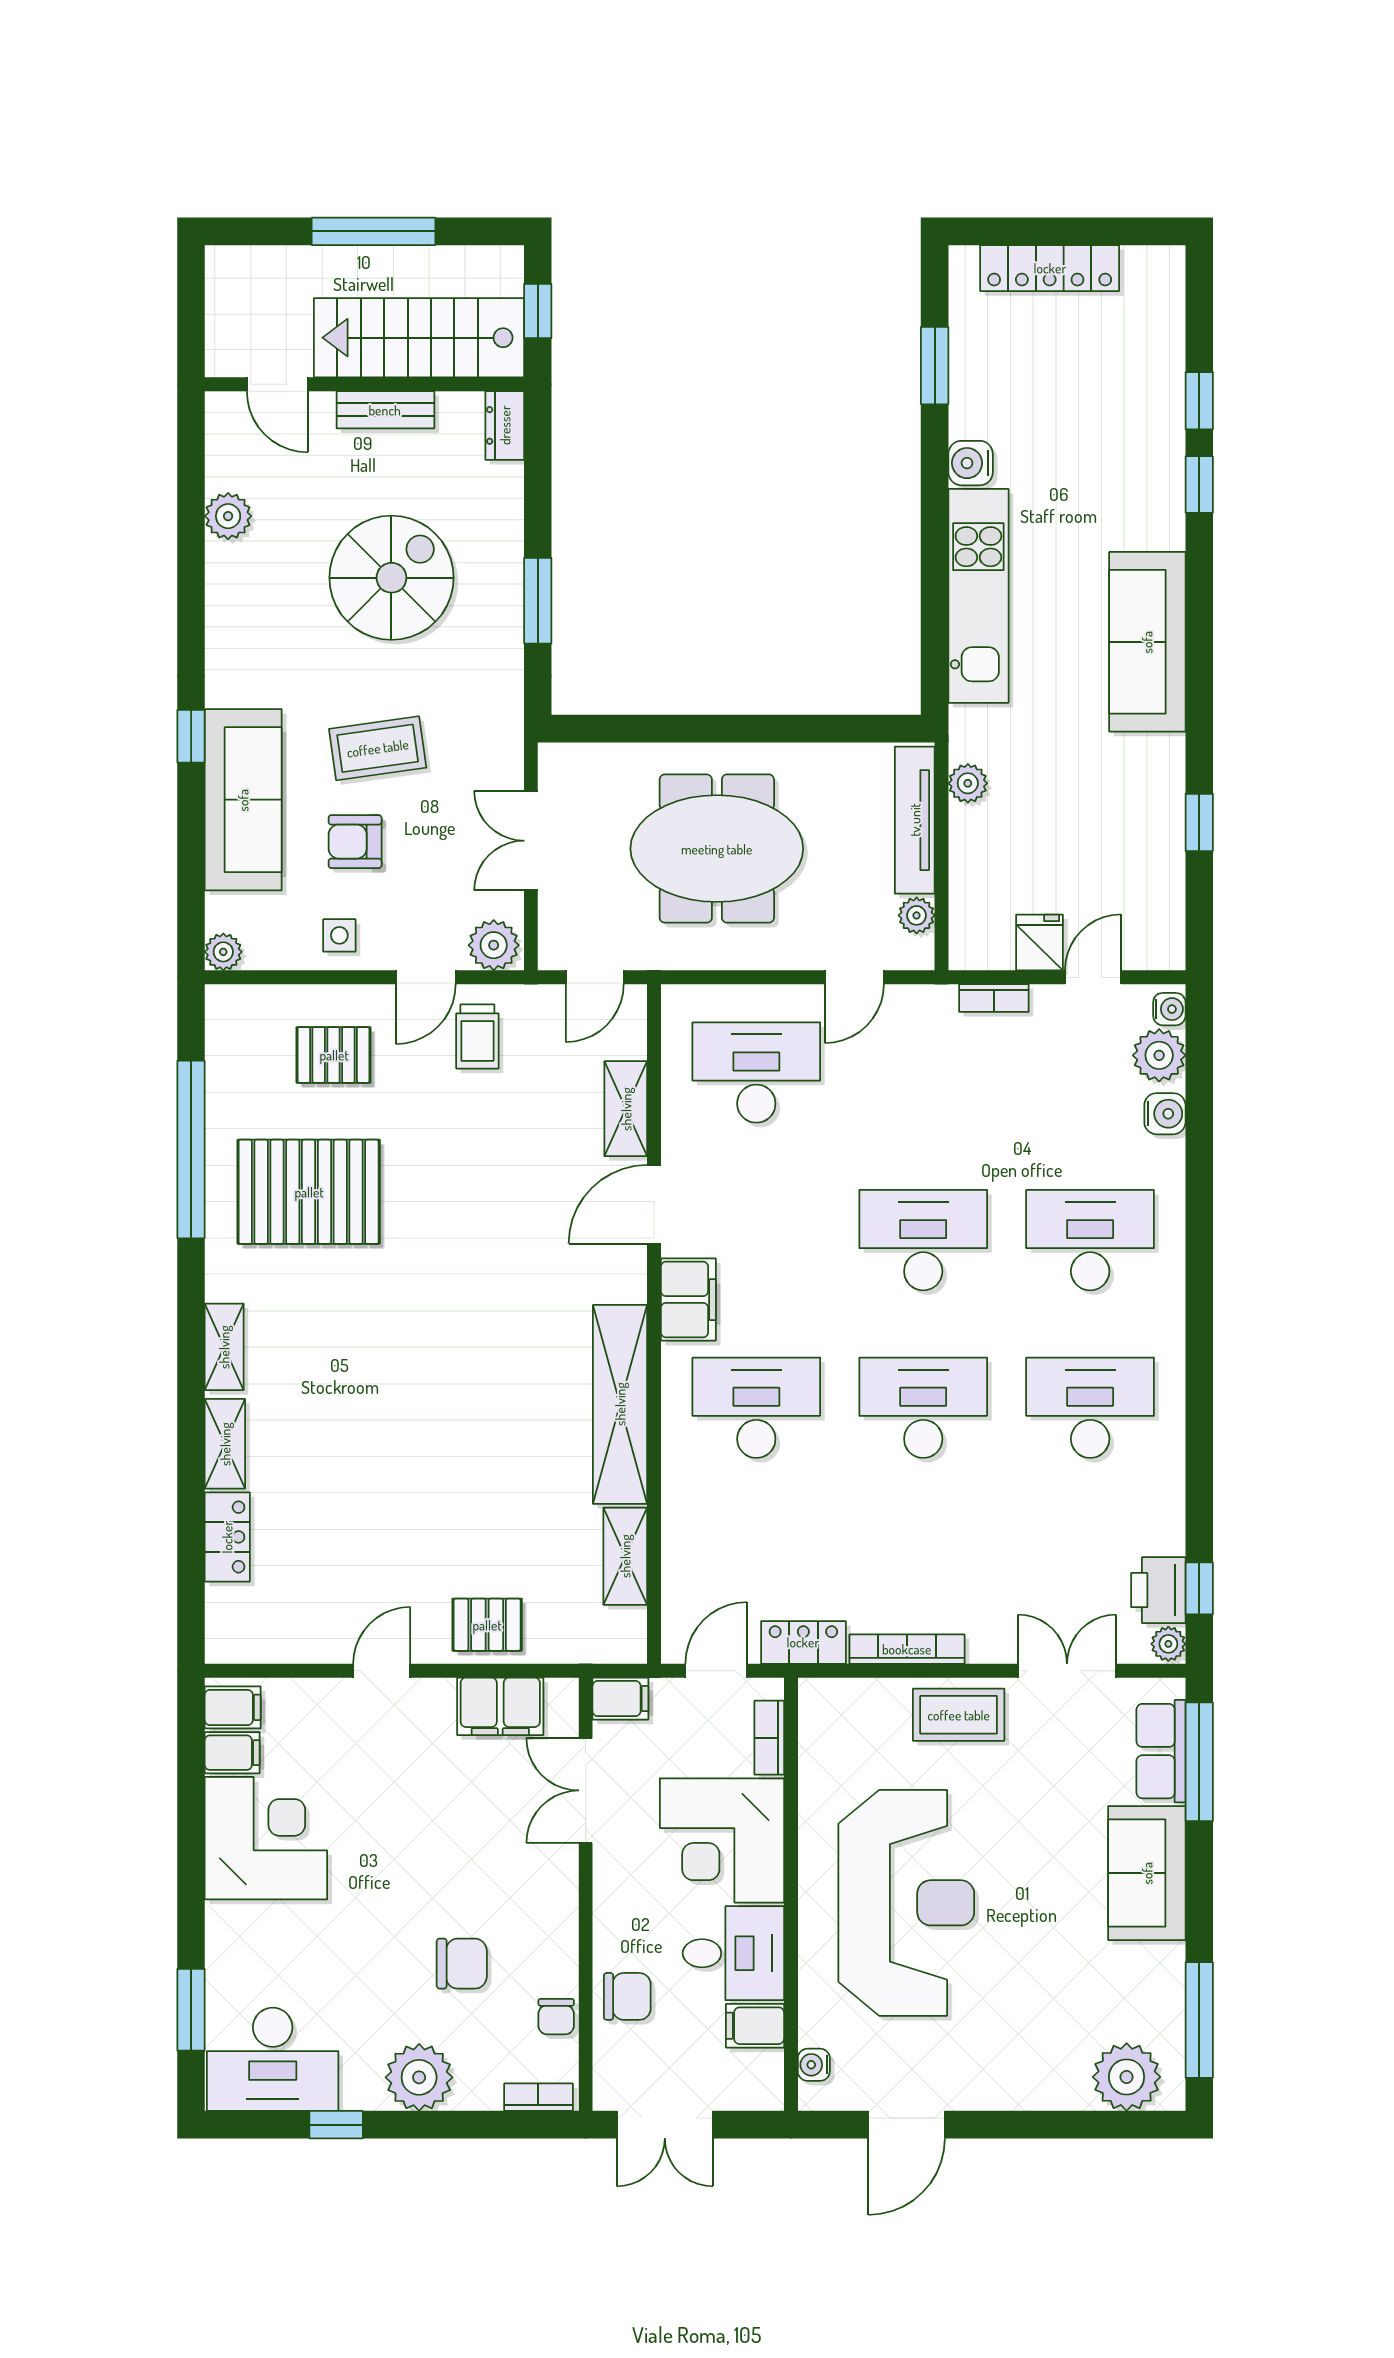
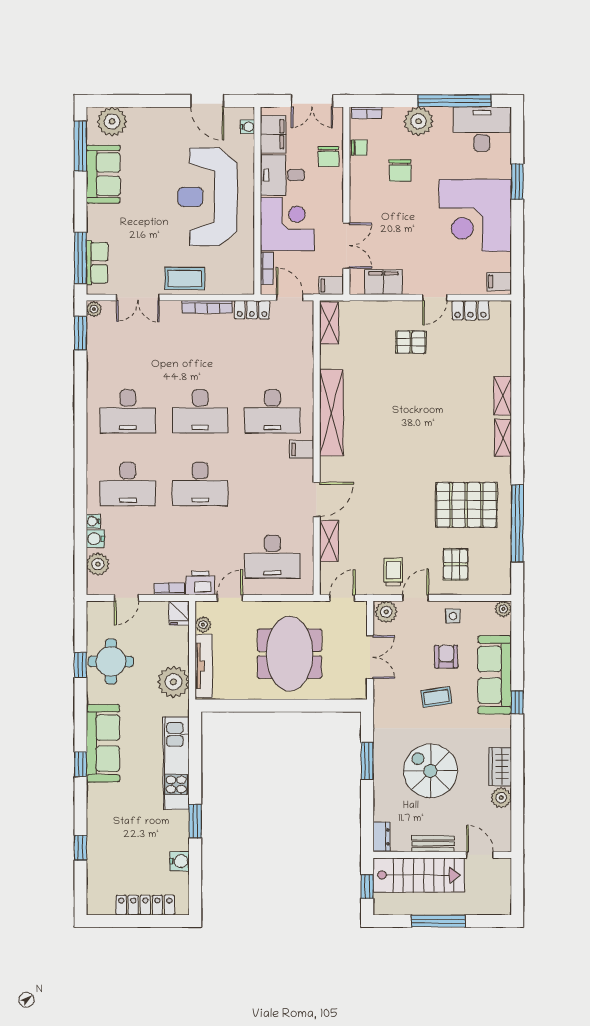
window: (935, 366) -> (195, 821), moved
water cooler: (971, 463) -> (180, 861), moved
window: (1199, 484) -> (81, 764), moved
spiral stairs: (391, 578) -> (430, 771), turned 90
wardrobe: (231, 588) -> (500, 767), added
coffee table: (378, 748) -> (436, 697), width x0.73, depth x0.77
plant: (968, 783) -> (173, 682), width x1.88, depth x1.88
round table: (1129, 831) -> (111, 661), added
armchair: (355, 842) -> (446, 657), turned -90
meeting table: (717, 849) -> (289, 654), turned 90
fridge: (1039, 942) -> (179, 613), moved
water cooler: (1169, 1009) -> (93, 521), moved
pallet: (334, 1055) -> (456, 564), turned 90
filing cabinet: (688, 1300) -> (302, 449), width x0.50
locker: (227, 1537) -> (471, 310), moved, turned -90
shelving: (625, 1556) -> (329, 323), moved
window: (1199, 1588) -> (81, 333), width x1.50
printer: (1158, 1590) -> (200, 583), moved, turned -90
pallet: (487, 1625) -> (411, 342), moved
door: (716, 1671) -> (290, 297), swing flipped
filing cabinet: (232, 1753) -> (499, 262), removed
corner desk: (266, 1838) -> (475, 215), width x1.36, depth x1.36
sofa: (1147, 1873) -> (103, 174), moved
chair: (462, 1964) -> (400, 171), turned -90
chair: (627, 1996) -> (328, 156), turned -90
window: (191, 2010) -> (517, 182), moved
chair: (556, 2017) -> (359, 148), turned 90
filing cabinet: (755, 2026) -> (273, 134), width x2.00
window: (336, 2125) -> (454, 101), width x3.17
double door: (665, 2125) -> (312, 101), swing flipped
door: (907, 2125) -> (207, 101), swing flipped

